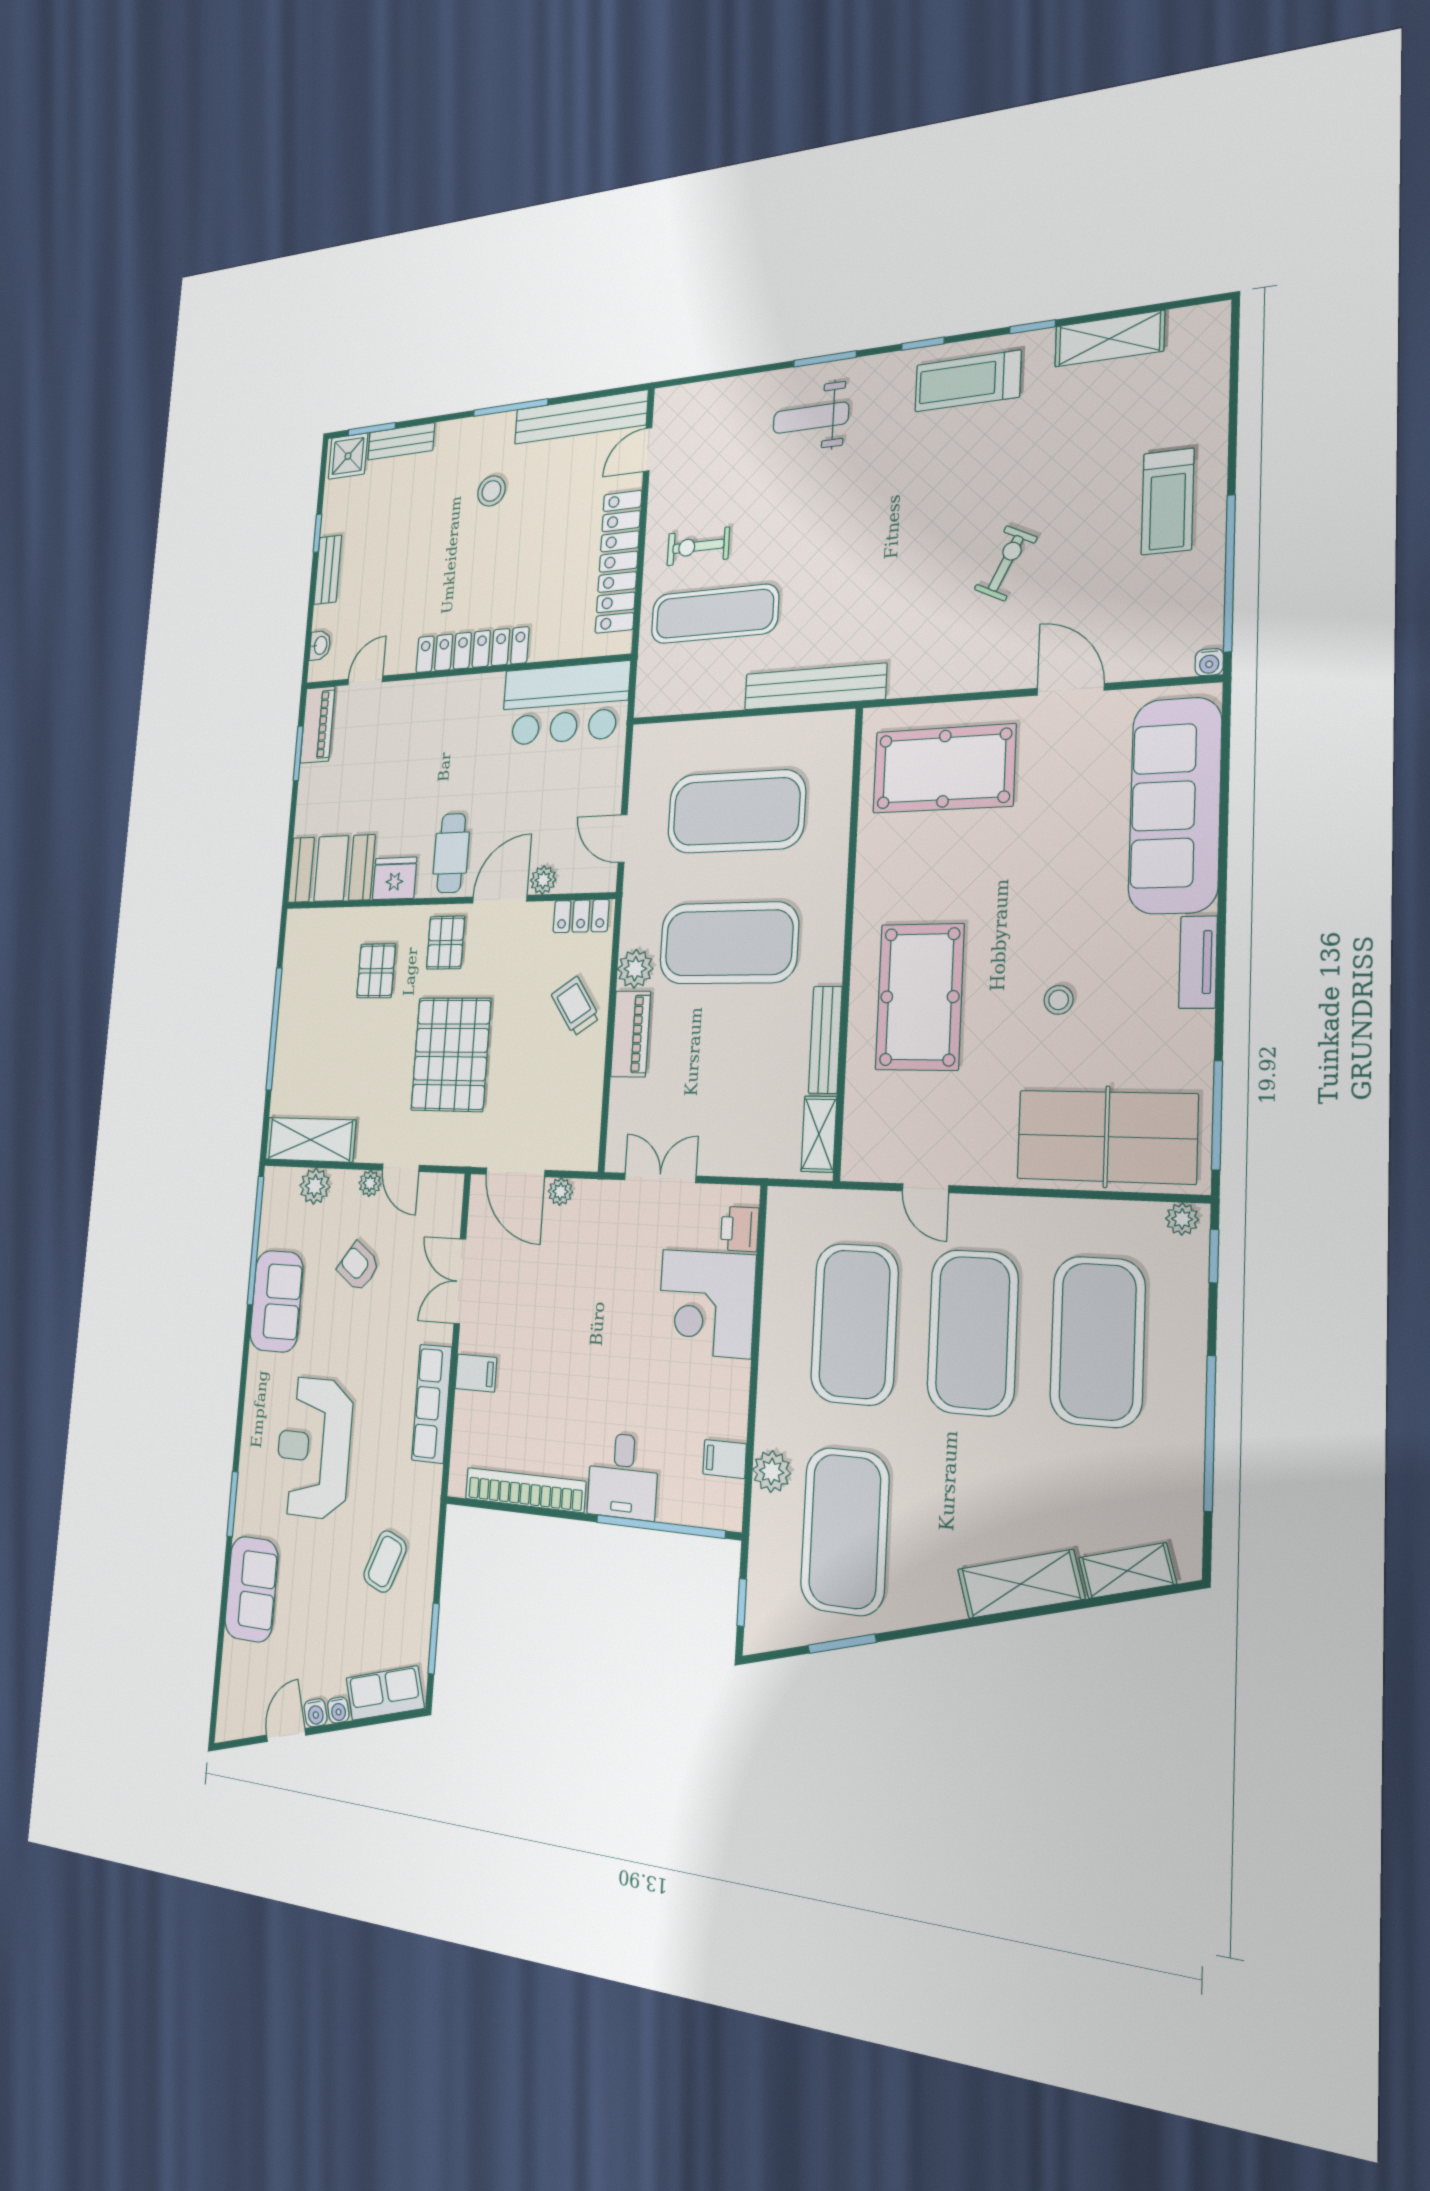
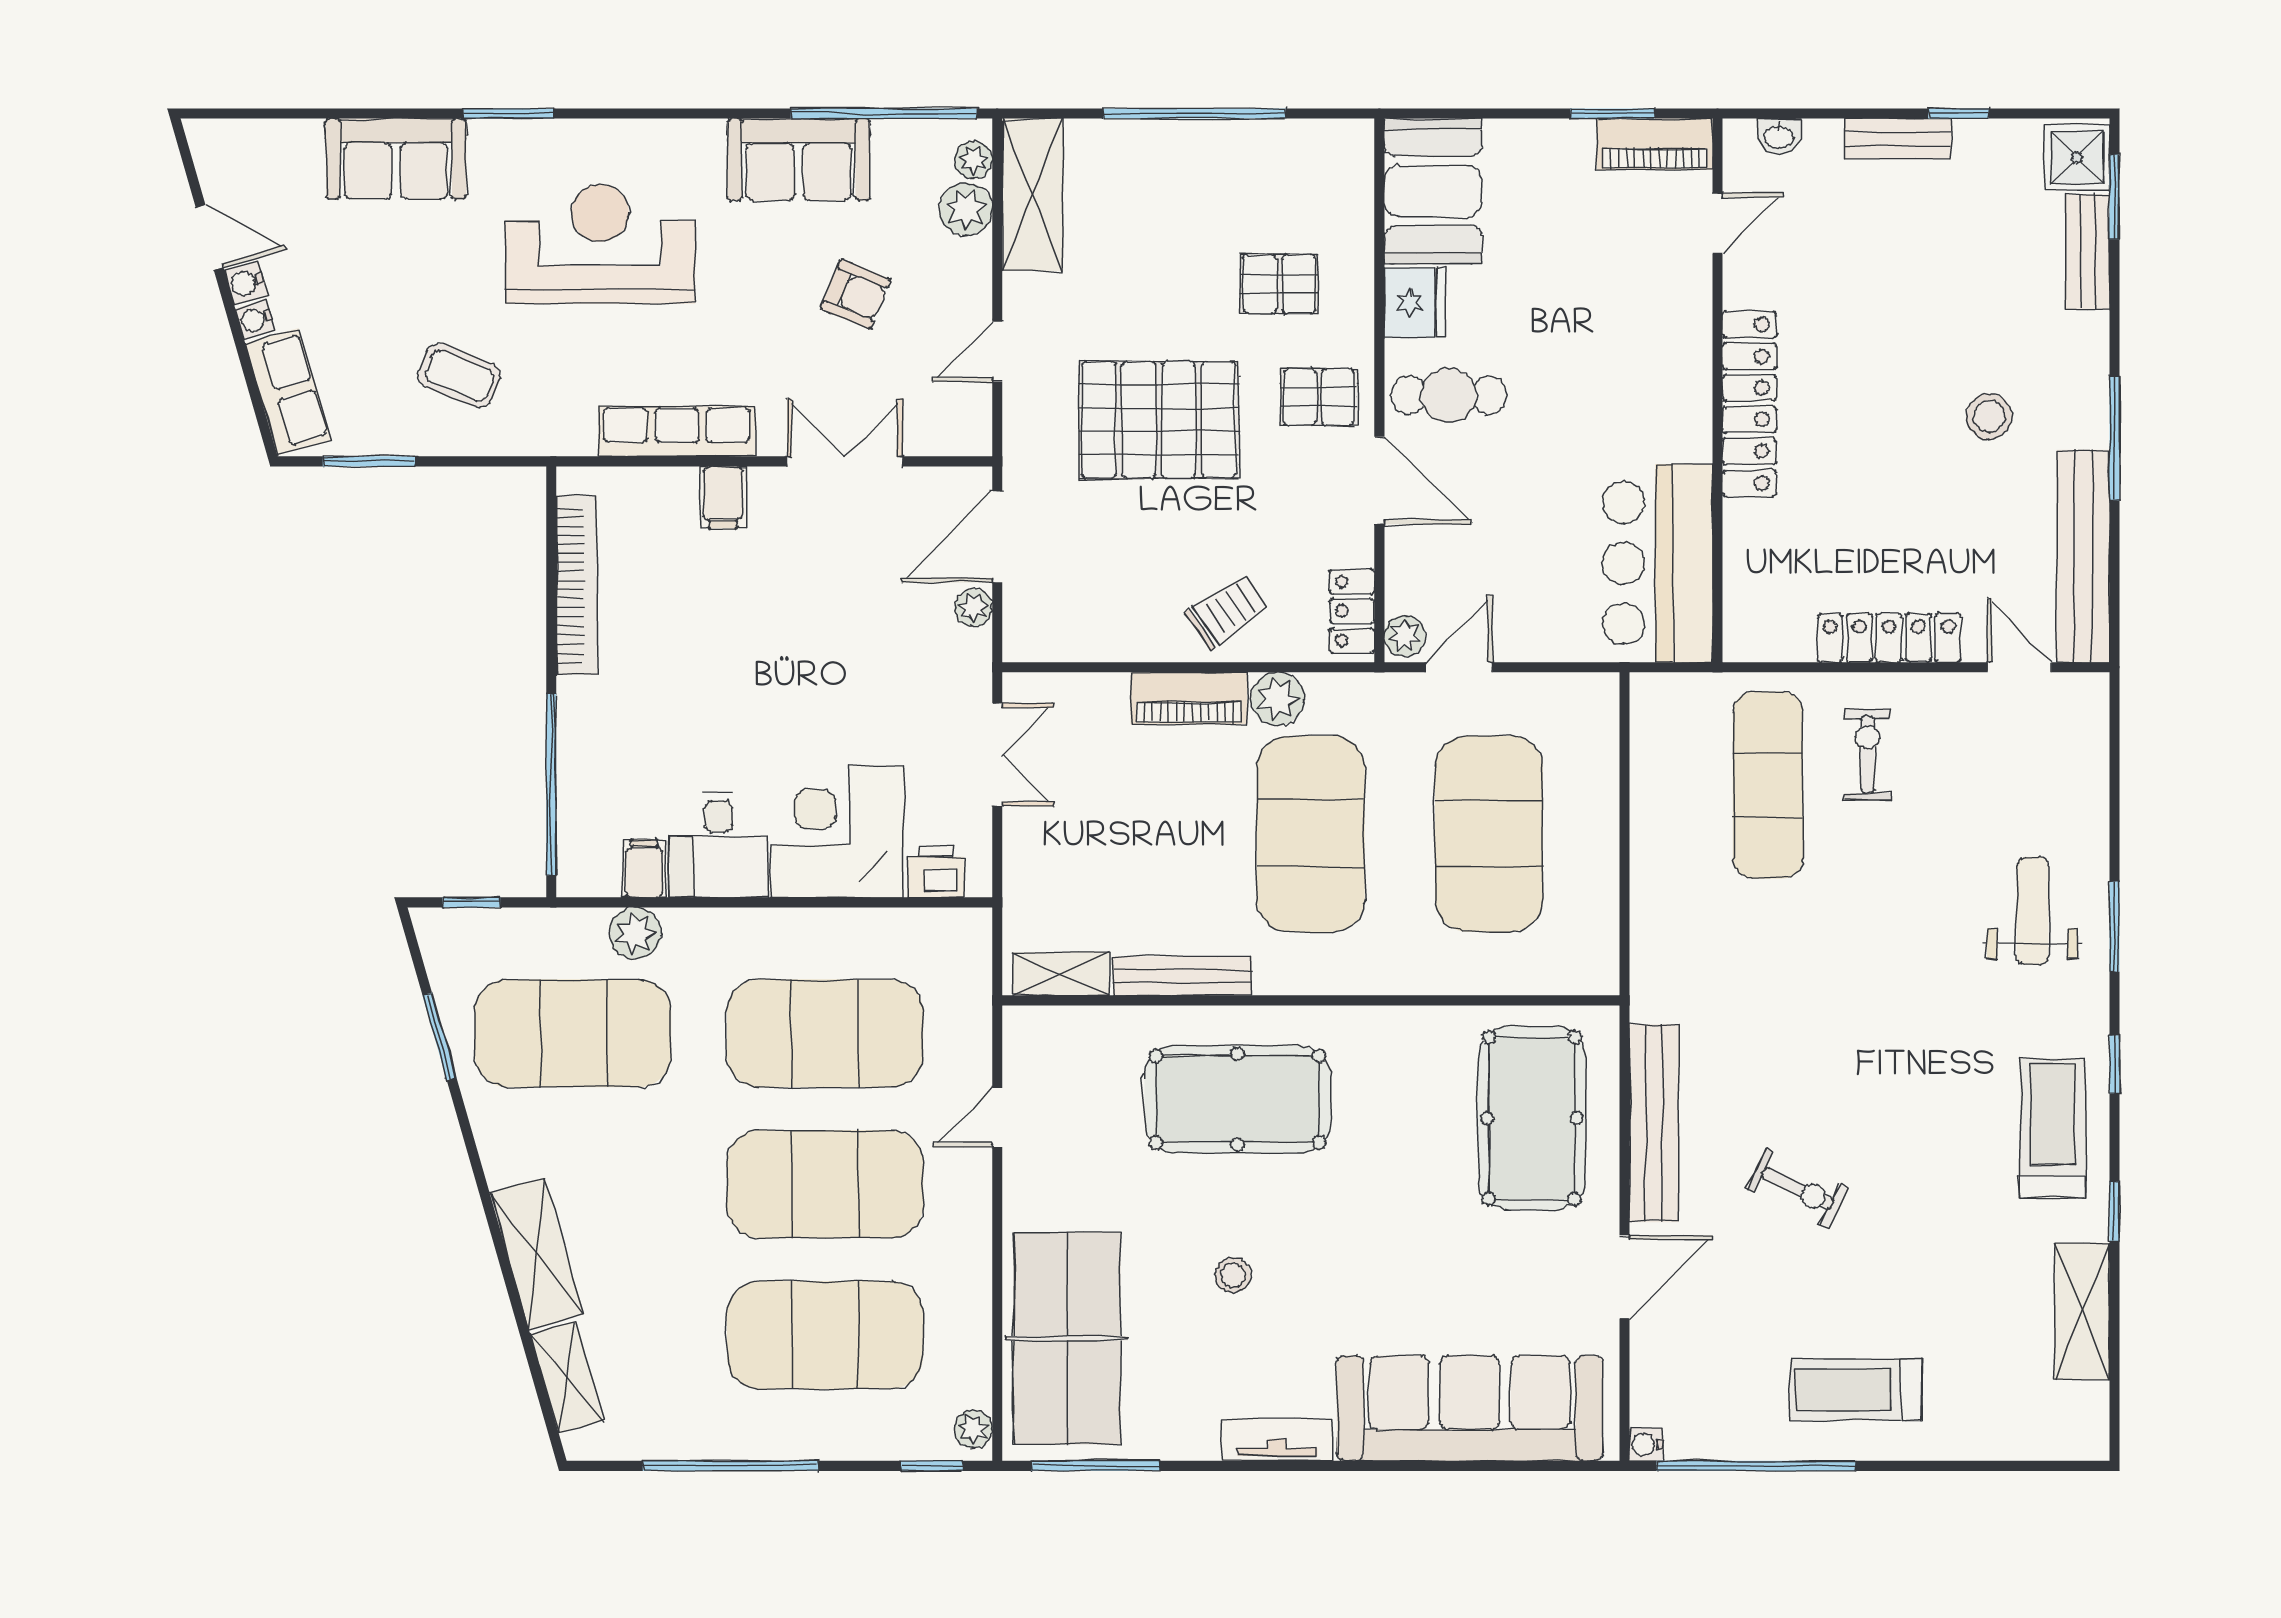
locker: (619, 562) -> (1889, 638), width x0.71, depth x0.83
door: (365, 680) -> (1718, 223), hinge flipped
bench: (815, 687) -> (1654, 1123), moved
plant: (543, 880) -> (1405, 636), moved
plant: (370, 1183) -> (973, 160), moved
armchair: (358, 1267) -> (856, 294), turned 76
desk: (623, 1476) -> (719, 845), moved, turned -90

